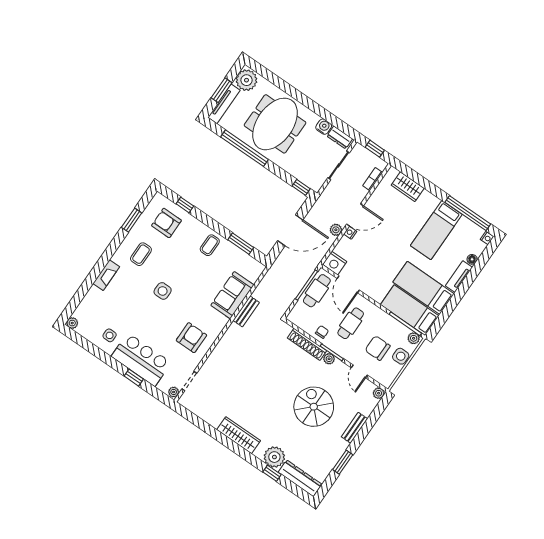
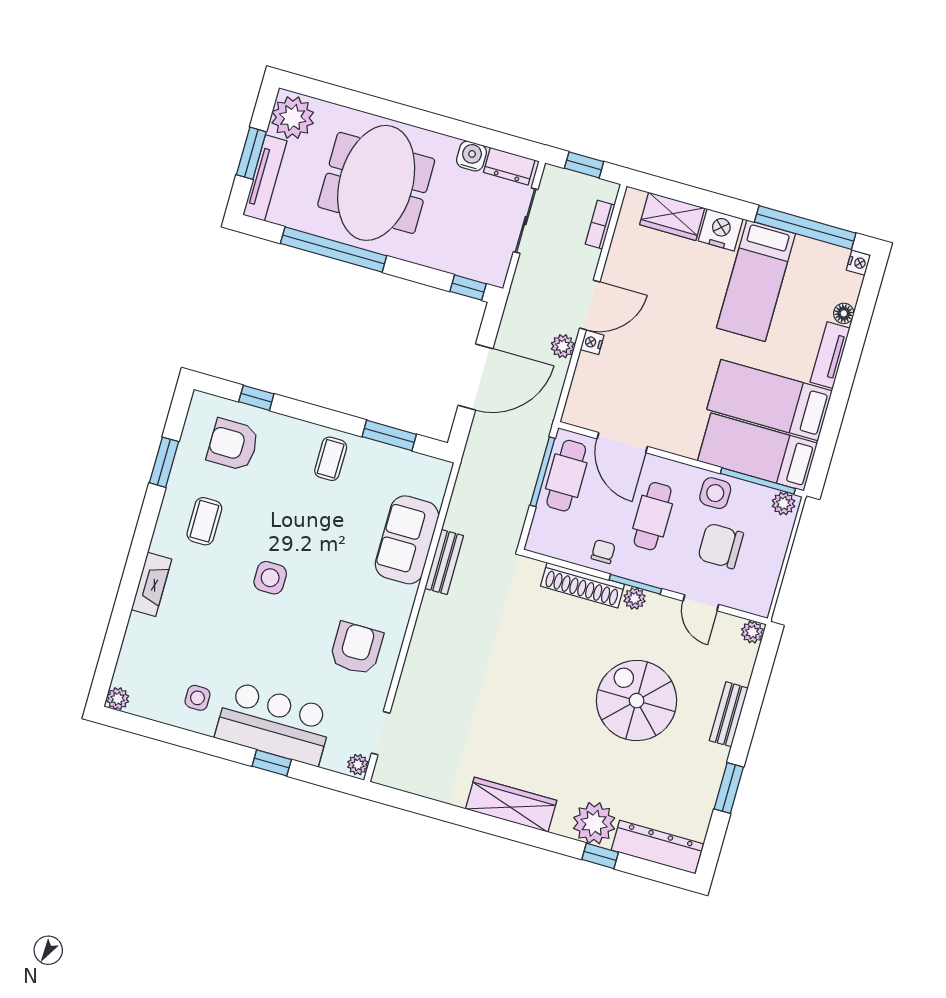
nightstand: (335, 263) -> (721, 230), moved, turned 180
side table: (401, 356) -> (715, 493), moved

